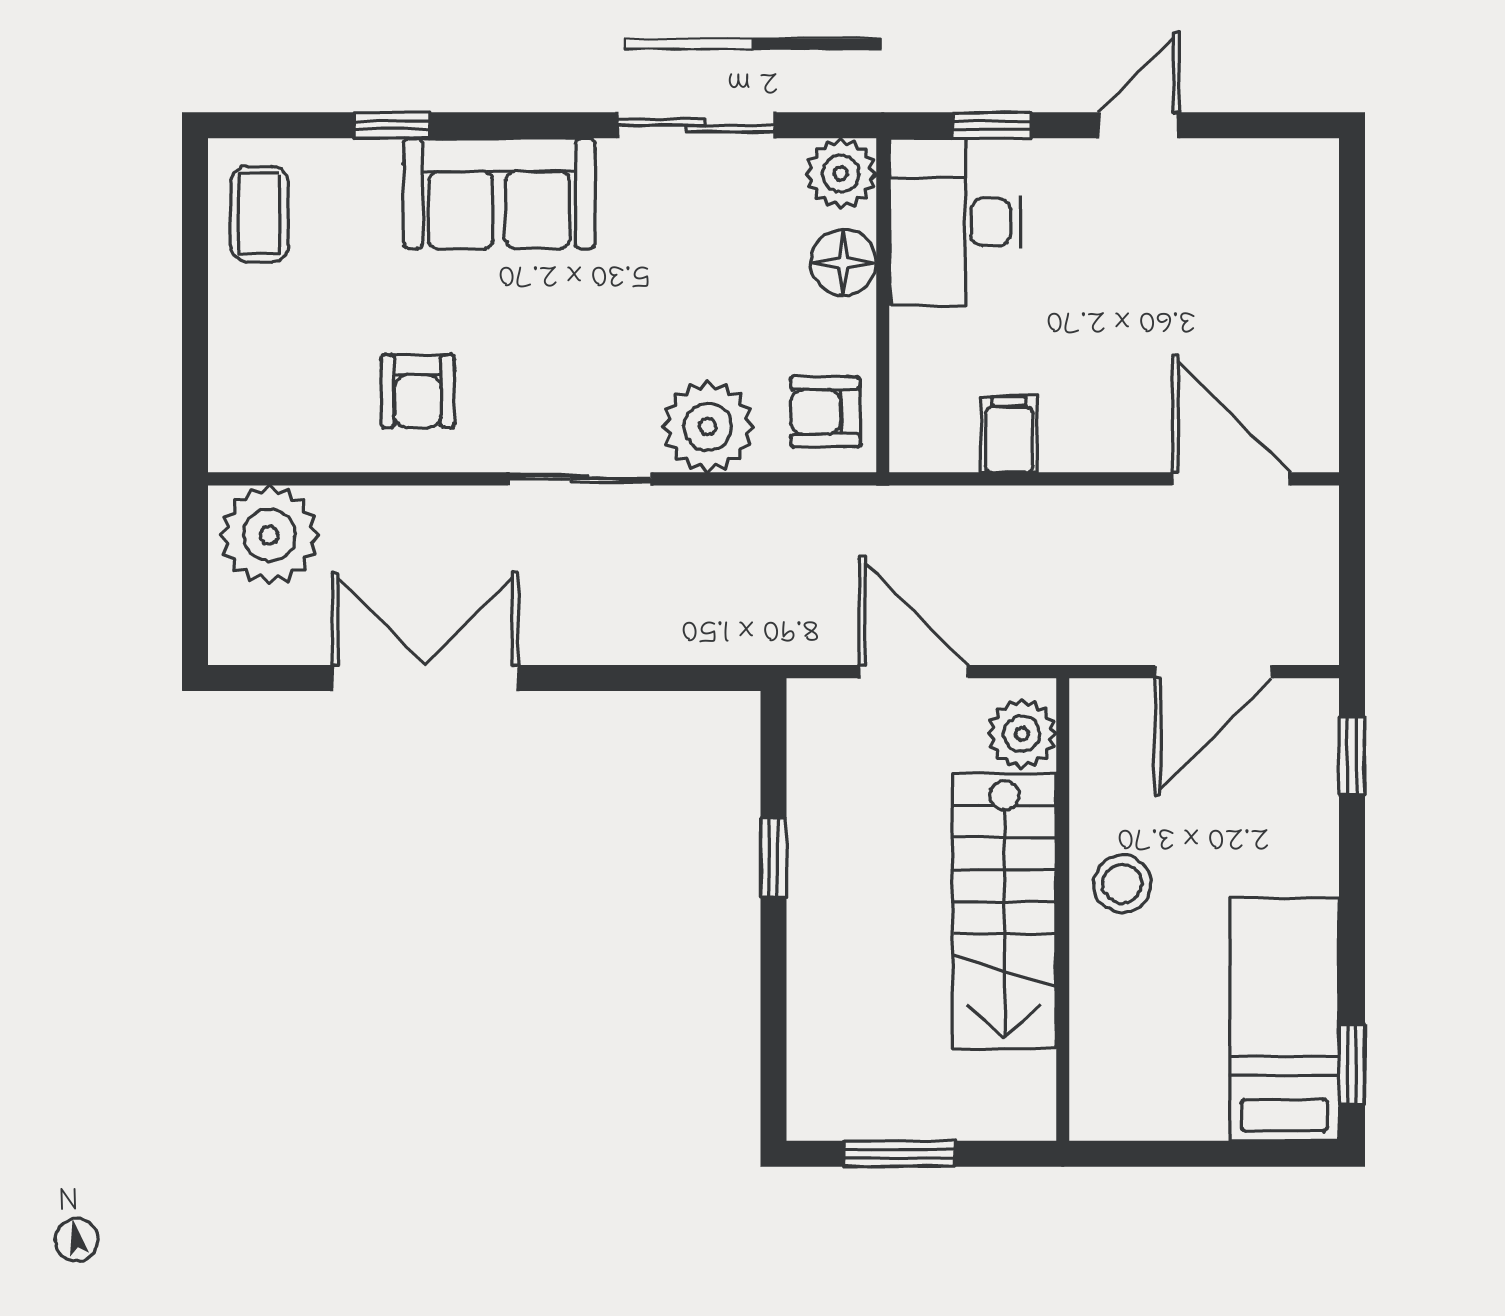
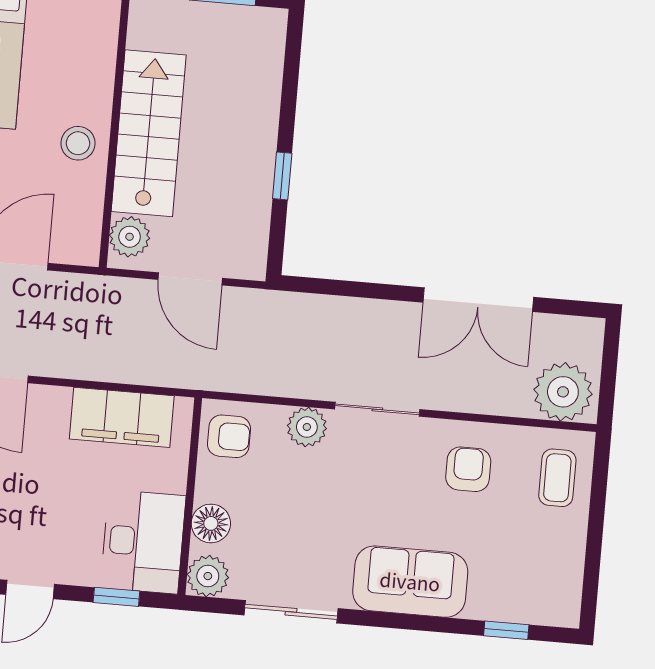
window: (392, 125) -> (506, 630), moved
coffee table: (259, 214) -> (557, 478), moved
plant: (708, 427) -> (307, 427), width x0.73, depth x0.73
filing cabinet: (1009, 435) -> (122, 417), width x3.00, depth x1.17

